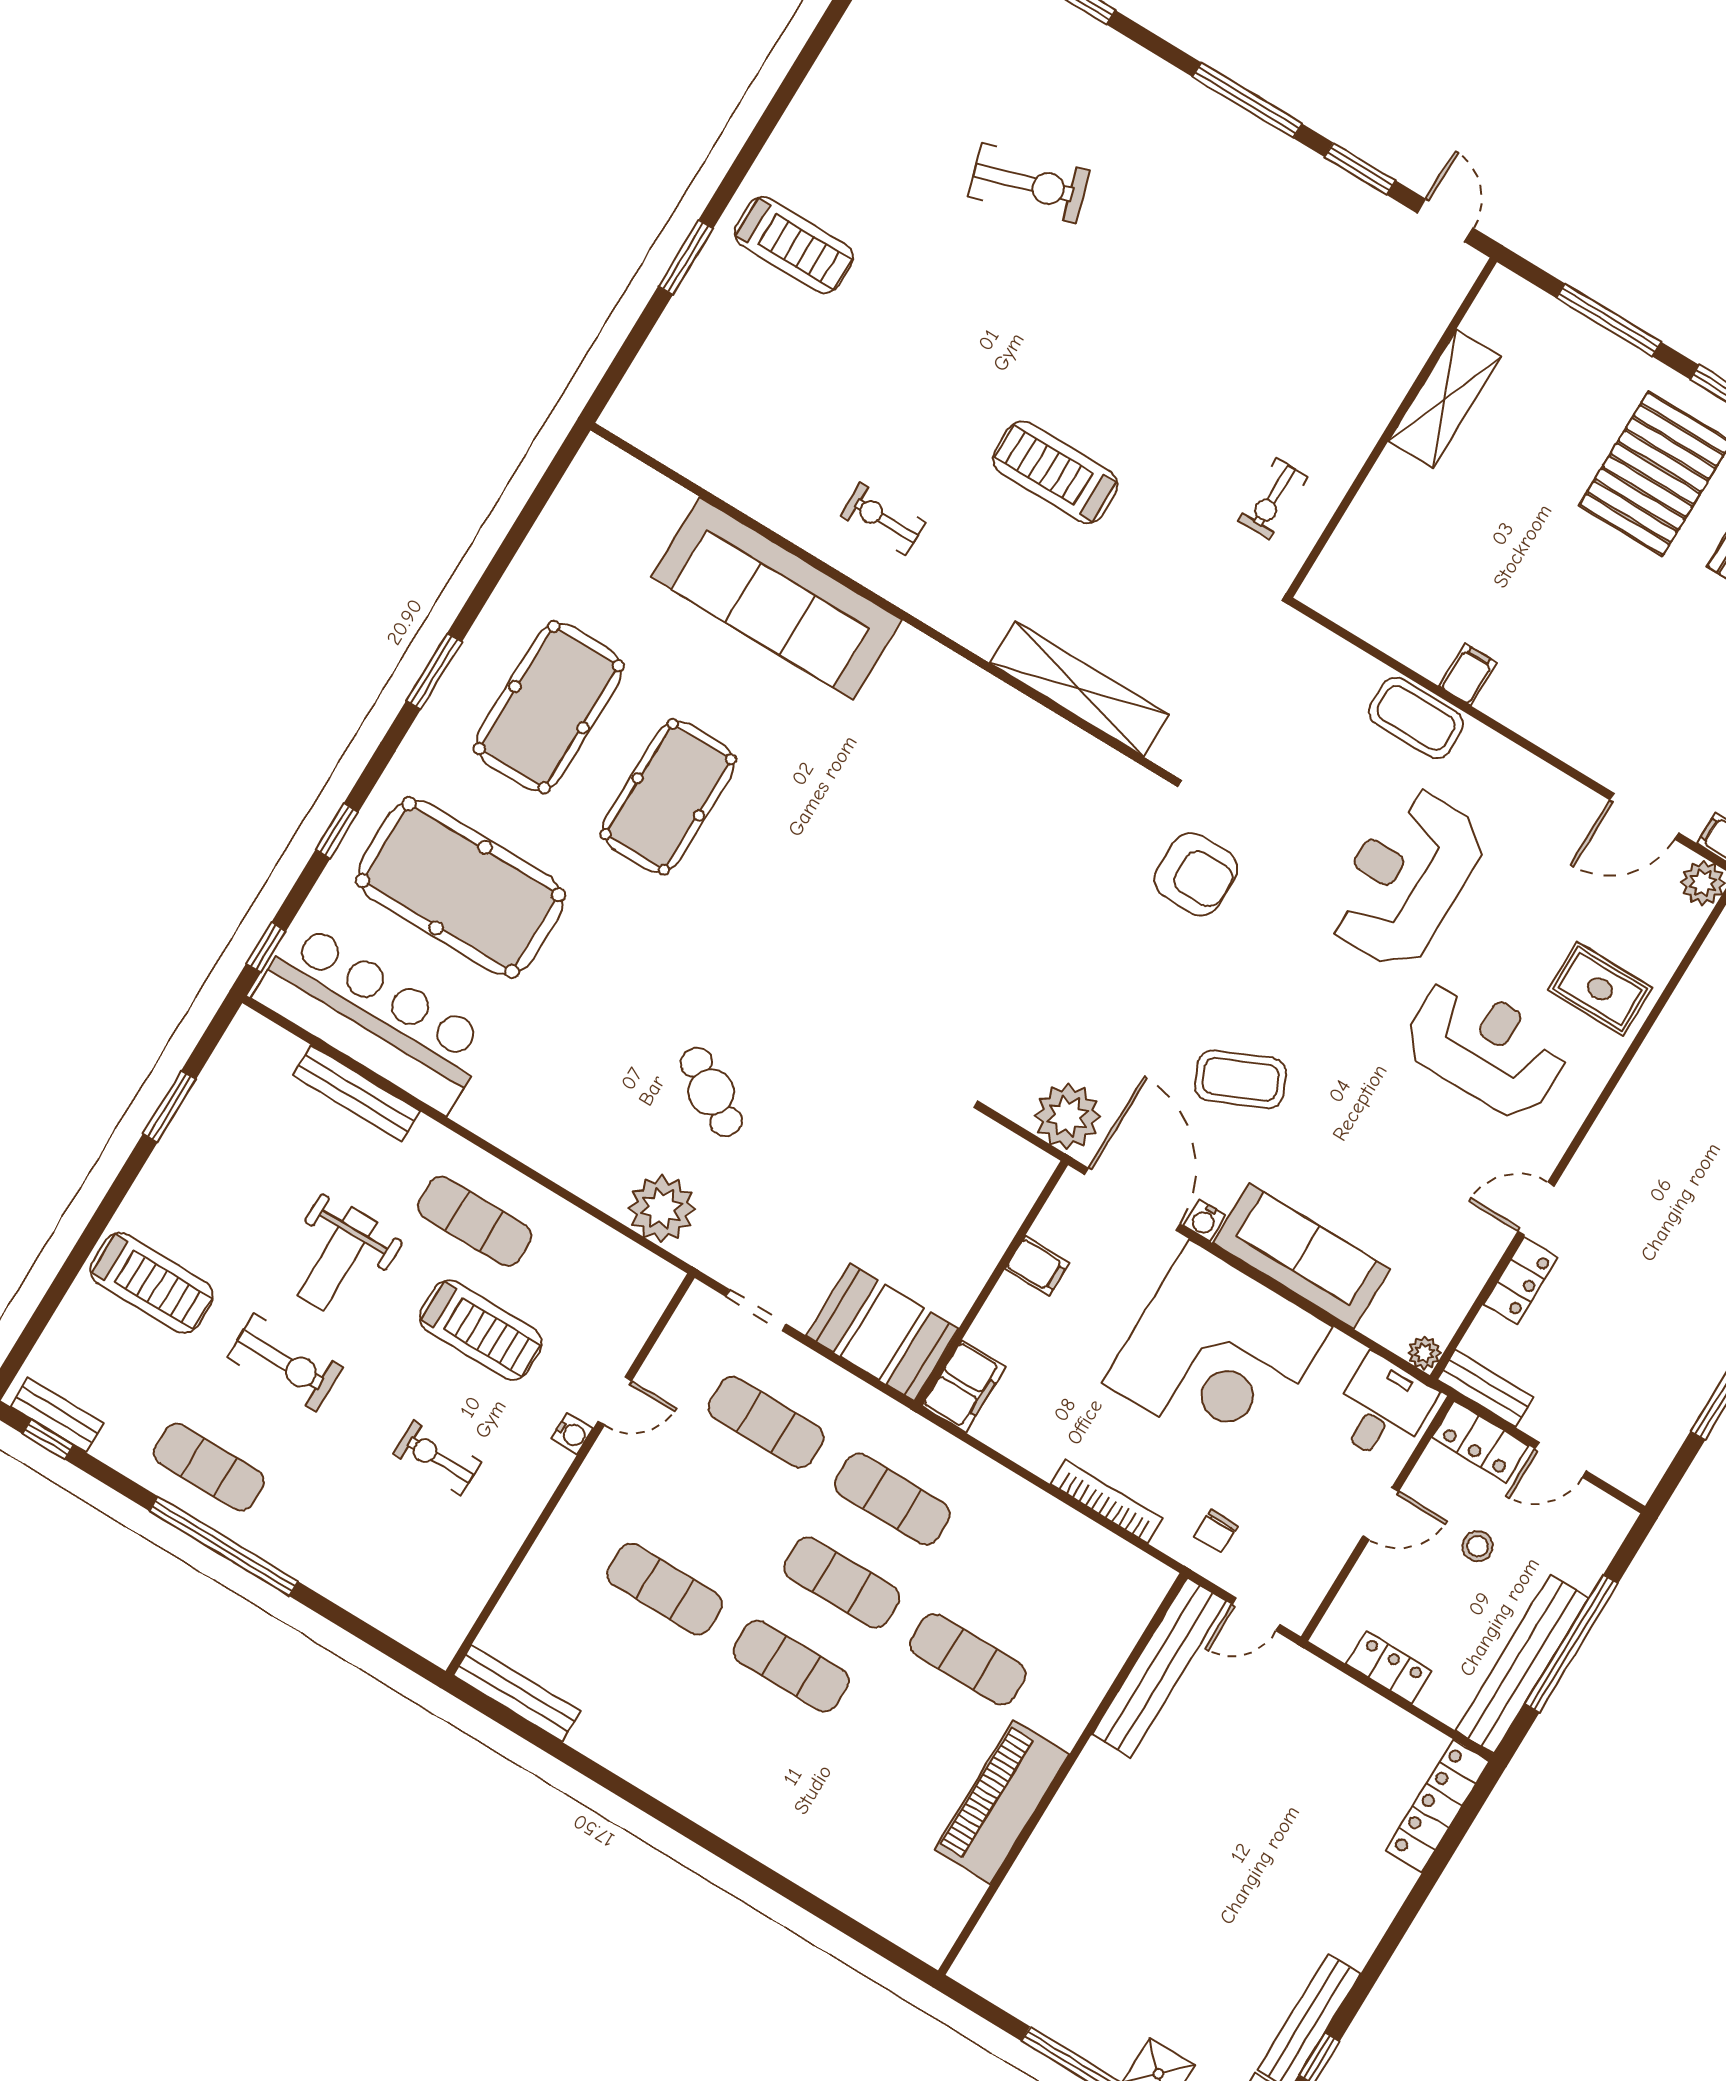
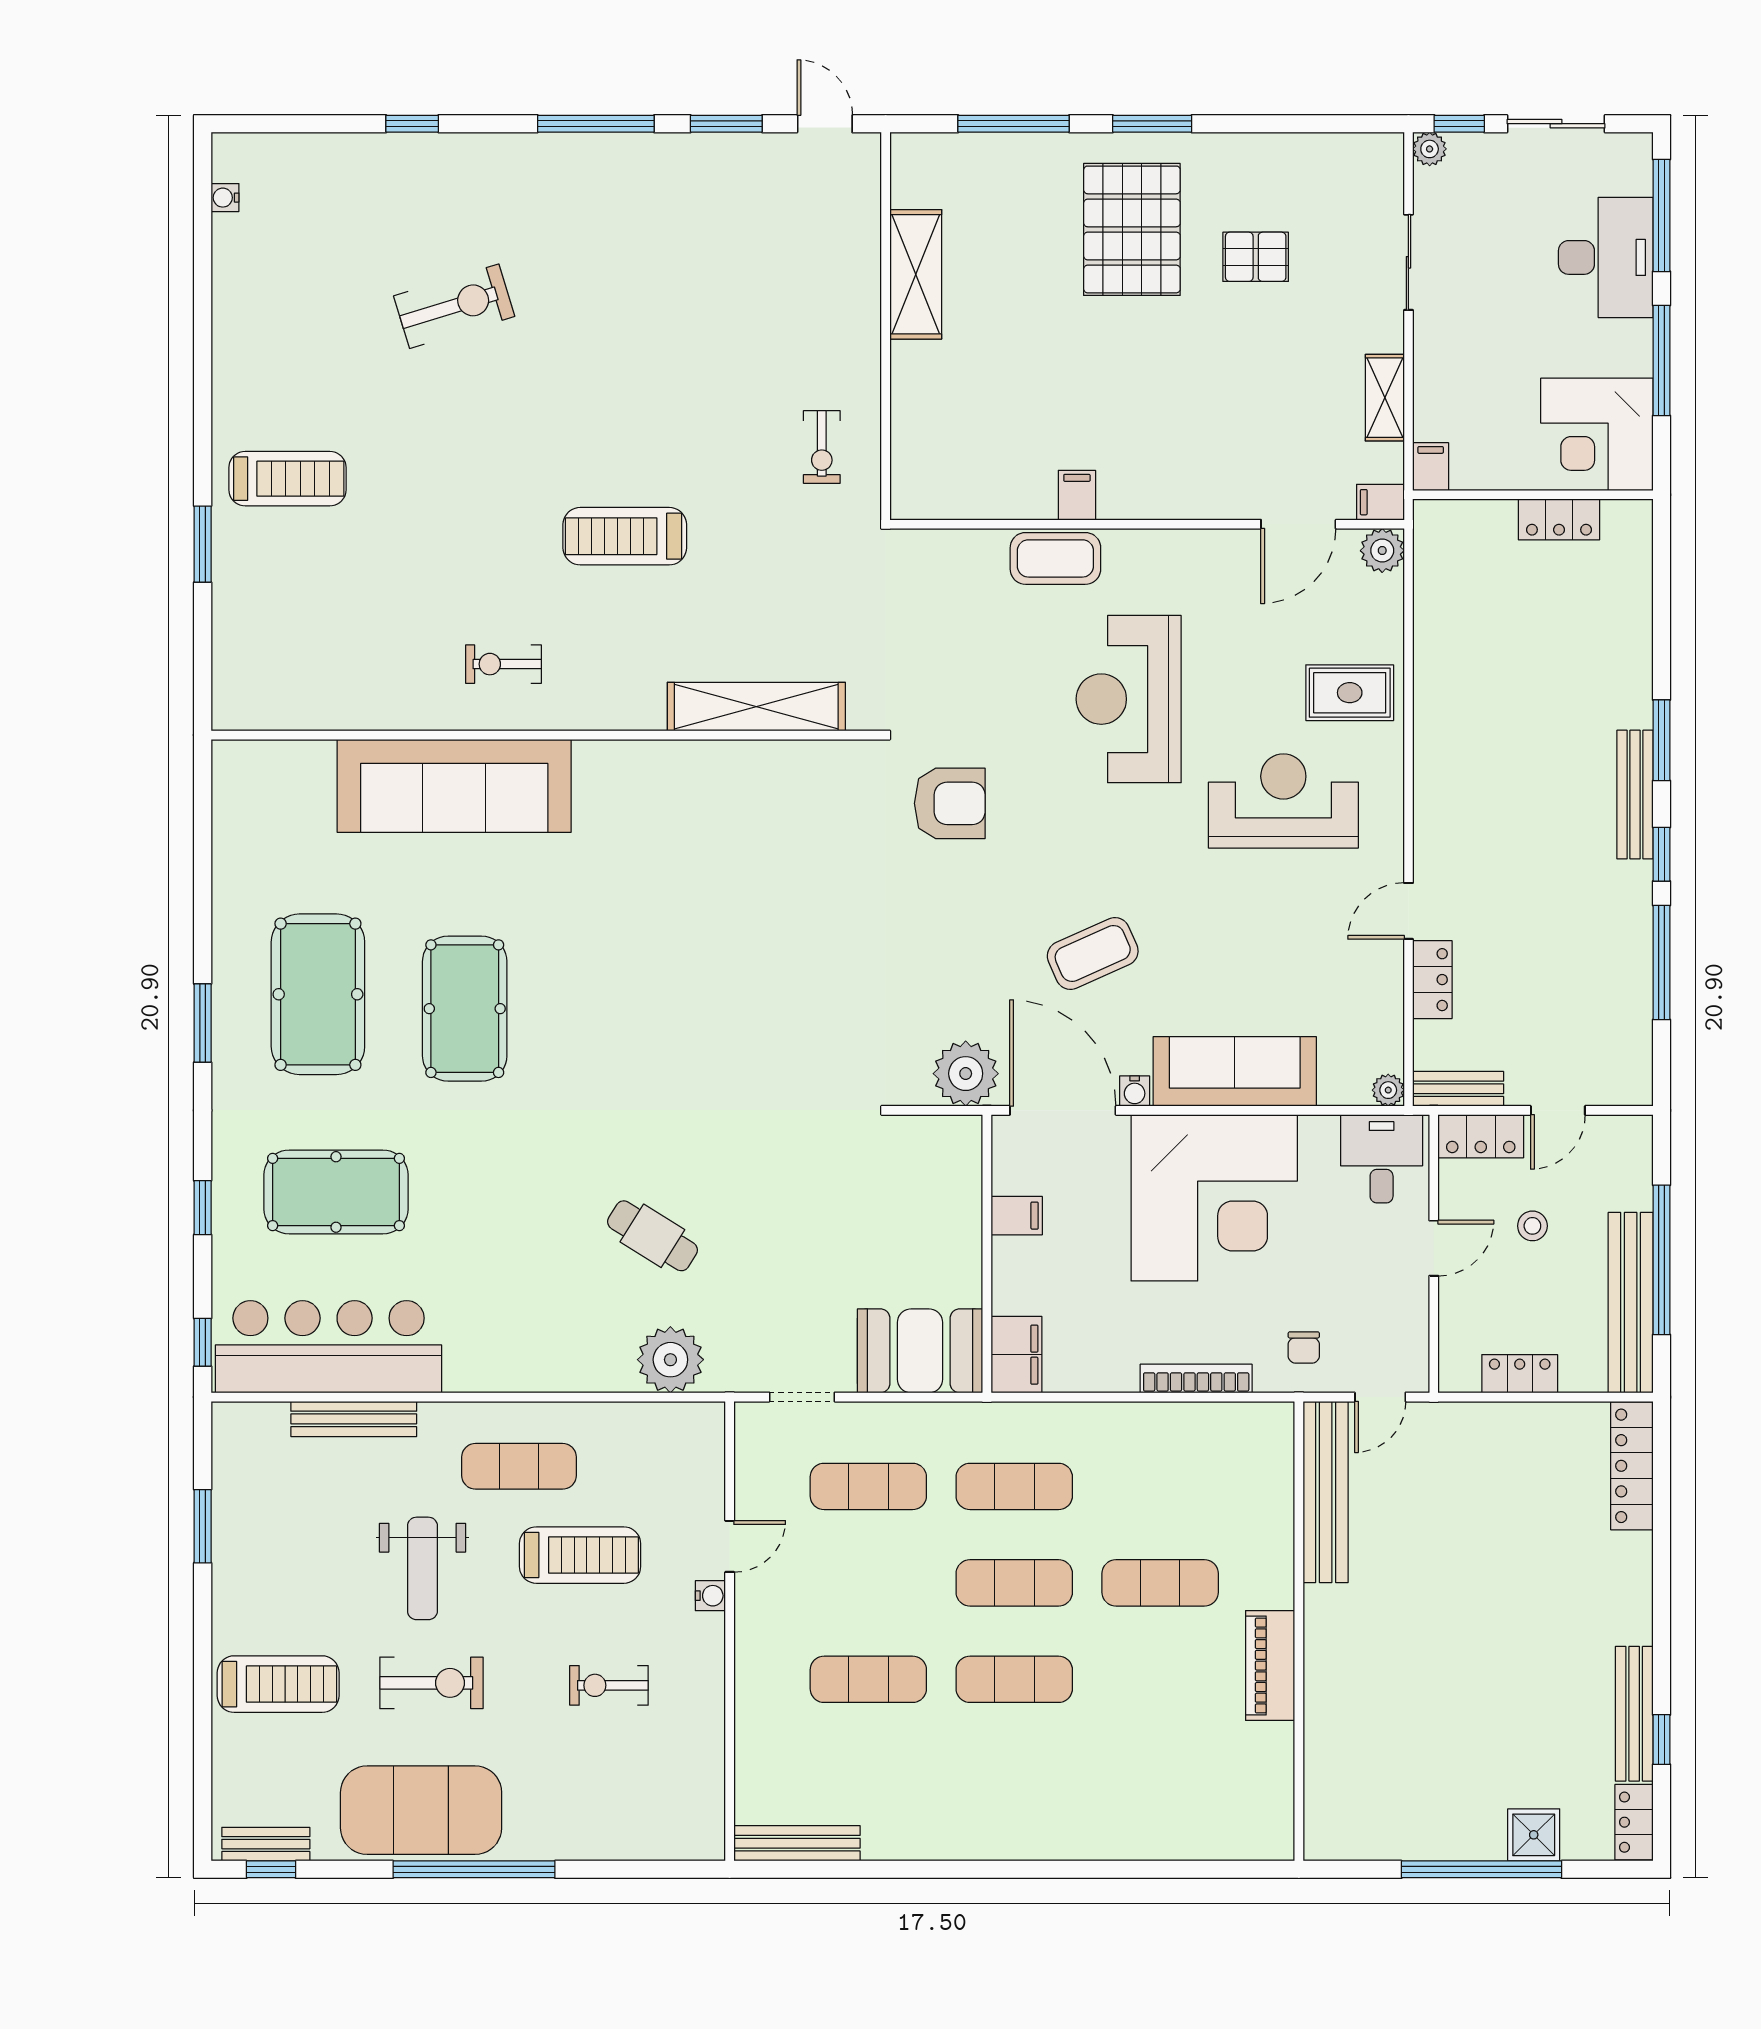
pool table: (461, 888) -> (336, 1192), width x0.73, depth x0.76
exercise mat: (209, 1467) -> (421, 1810), width x2.00, depth x1.45
piano: (1002, 1802) -> (1270, 1666), width x0.73, depth x0.75

